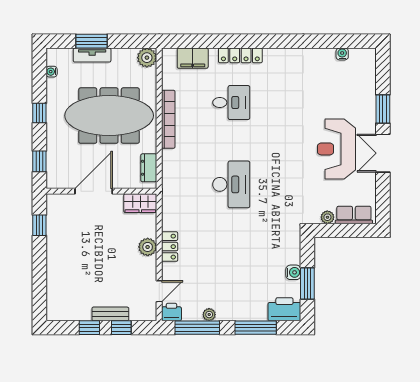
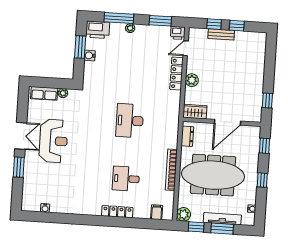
window: (128, 41) -> (196, 227), added
tv unit: (92, 55) -> (222, 219), width x1.41
filing cabinet: (193, 58) -> (157, 212), width x0.50
locker: (170, 247) -> (177, 74), width x1.53
plant: (209, 315) -> (130, 28), moved
window: (197, 328) -> (160, 21), width x0.69

